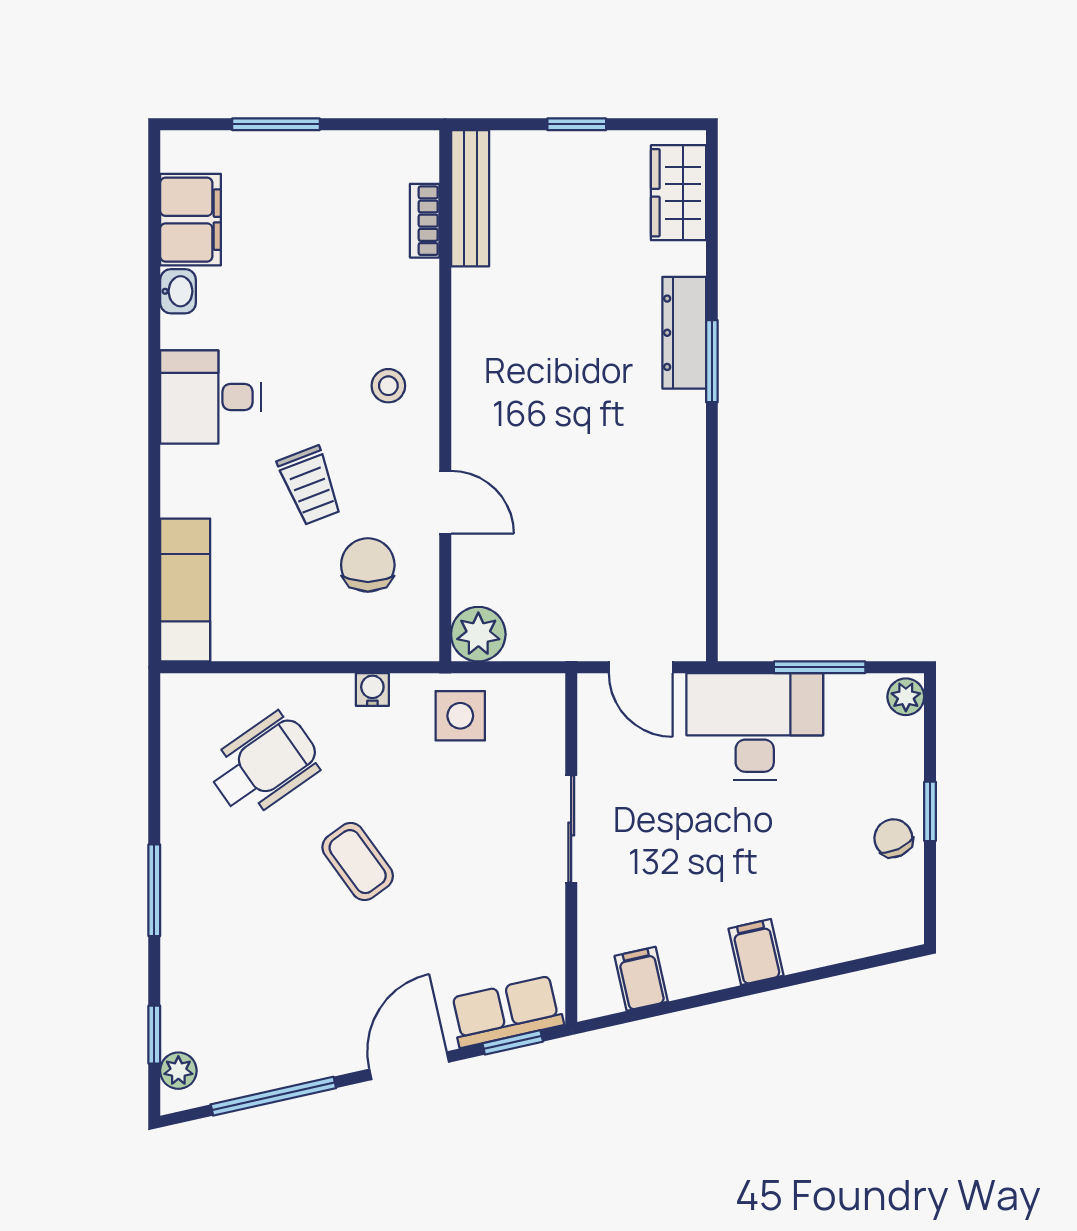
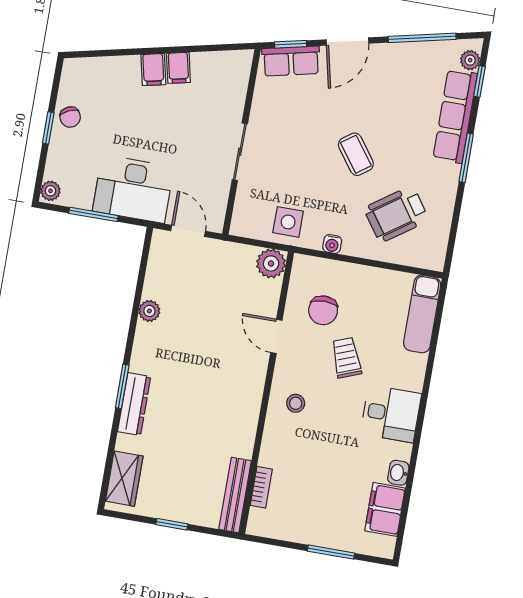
plant: (686, 508) -> (149, 311), added
row of seats: (188, 963) -> (455, 116), added
filing cabinet: (641, 979) -> (178, 68), moved

